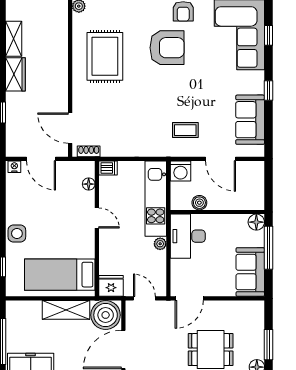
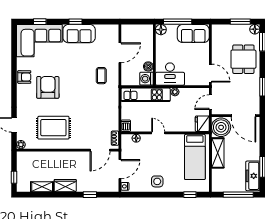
sofa: (250, 120) -> (79, 34), moved
washing machine: (180, 171) -> (146, 79), moved, turned 180
door: (97, 218) -> (158, 133), hinge flipped
side table: (17, 234) -> (157, 181), moved

